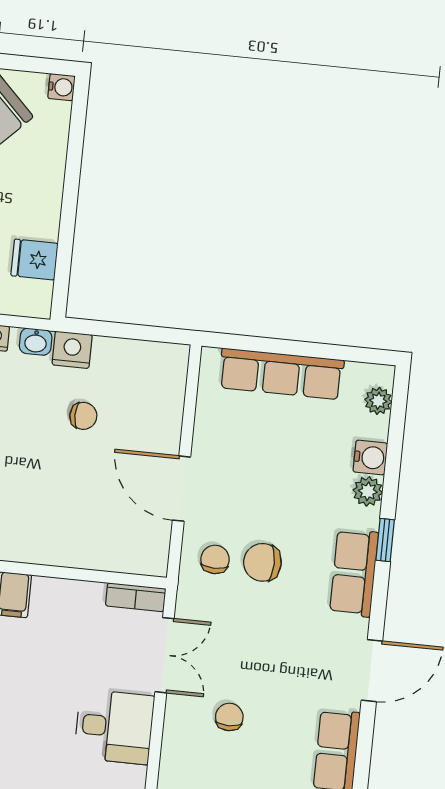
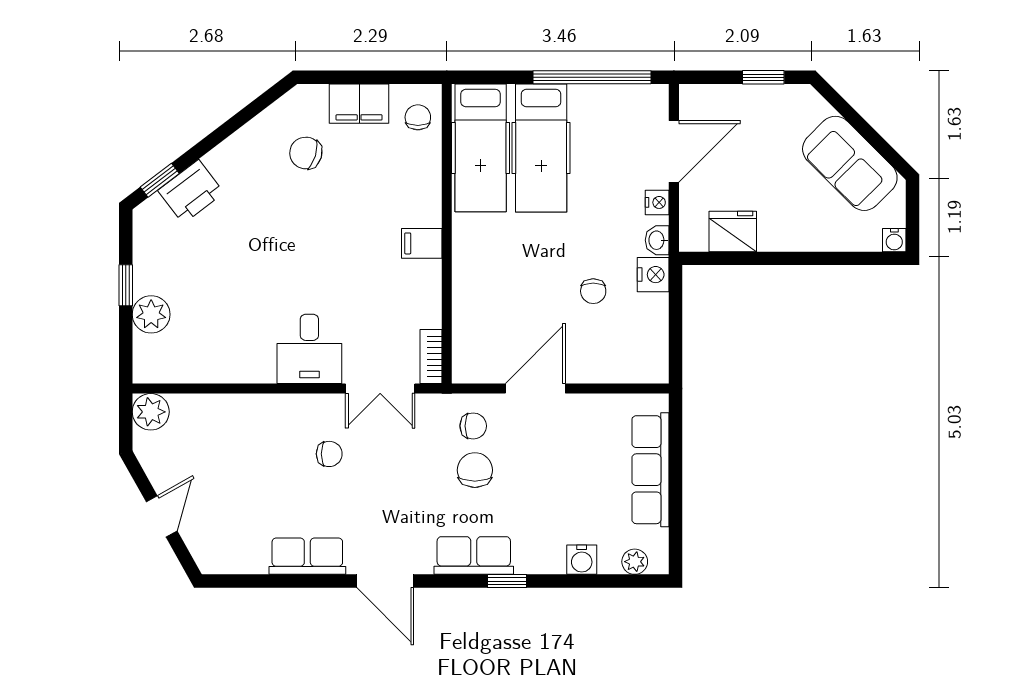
fridge: (34, 260) -> (733, 231), width x1.38
plant: (368, 491) -> (550, 560), removed

